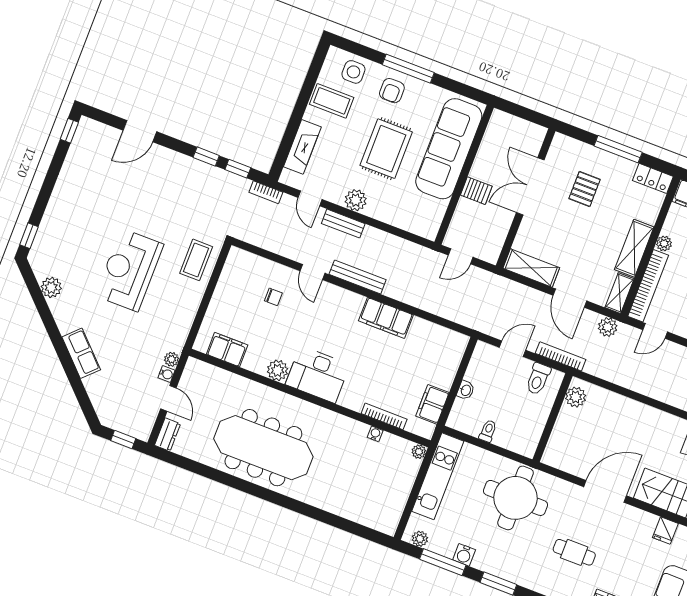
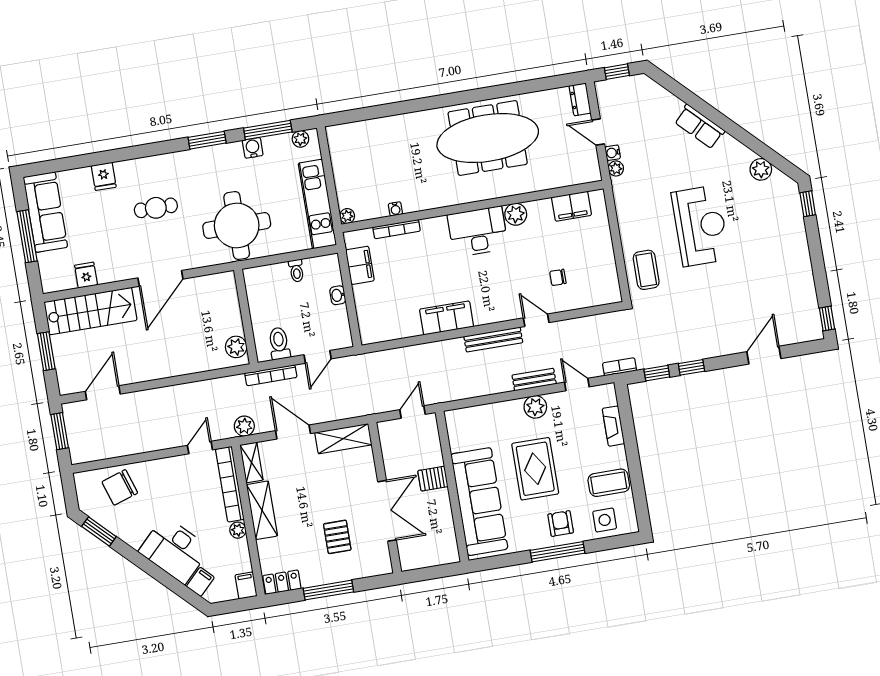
fireplace: (302, 147) -> (613, 426), width x0.73, depth x0.76

